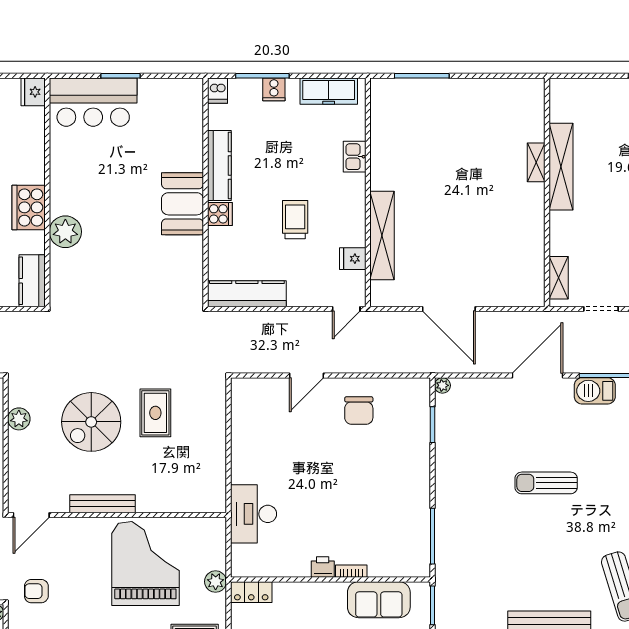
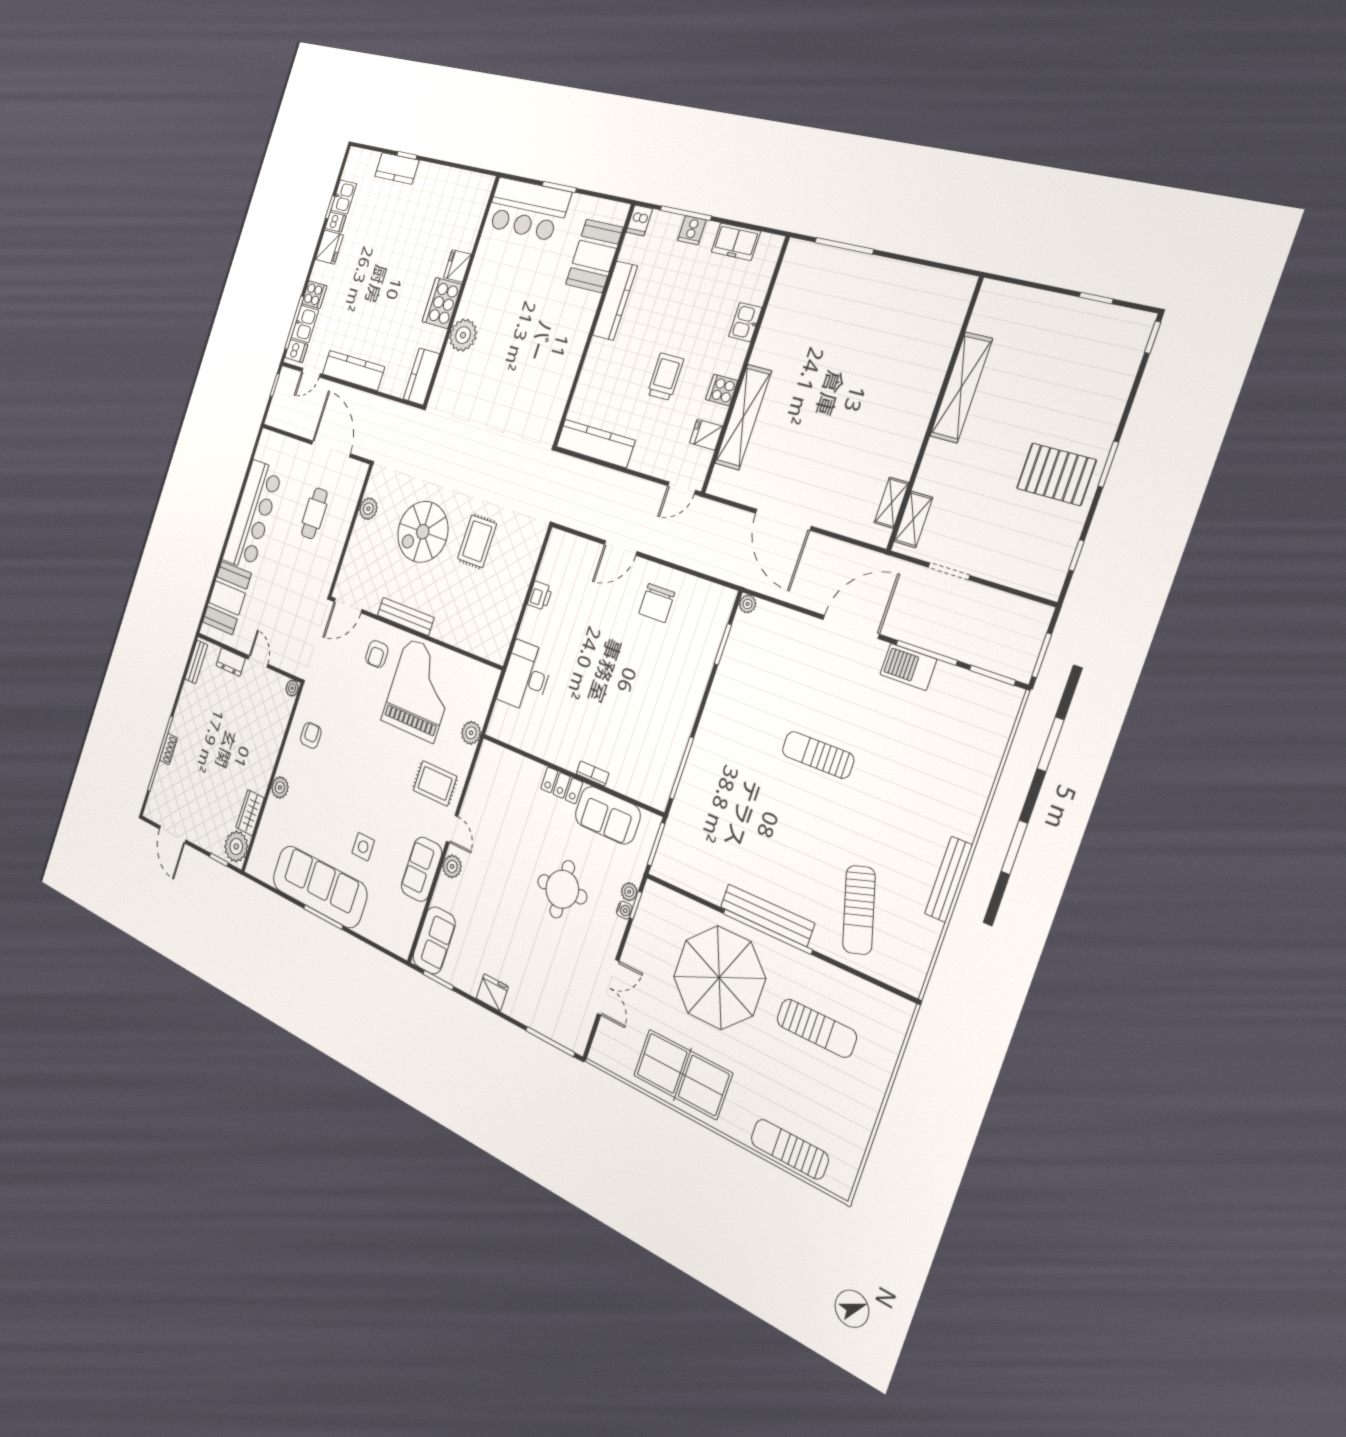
freezer: (329, 91) -> (736, 242), width x0.71
fridge: (33, 92) -> (457, 266), moved
shelving: (536, 162) -> (891, 503), moved
booth: (183, 204) -> (594, 256), moved
cooker: (220, 214) -> (722, 390), moved, turned 180
printer: (323, 567) -> (540, 596), moved, turned 90
armchair: (36, 591) -> (377, 654), moved, turned -90
locker: (251, 592) -> (562, 785), moved

